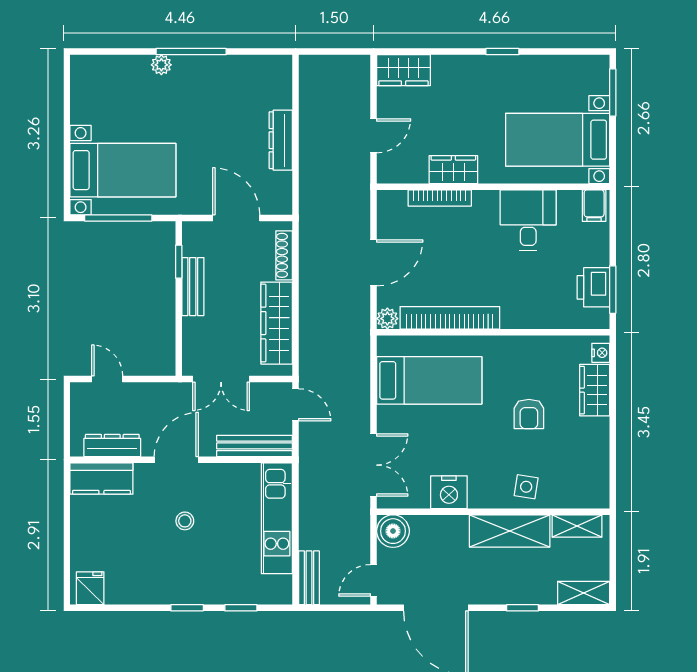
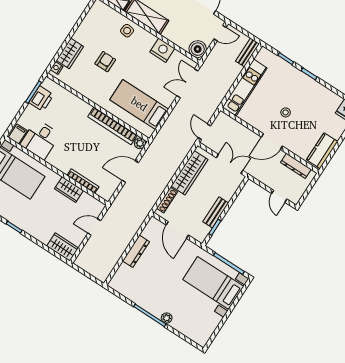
desk: (528, 220) -> (40, 140), moved
bench: (255, 446) -> (234, 125), removed
kitchen counter: (101, 478) -> (322, 151), moved, turned -90

